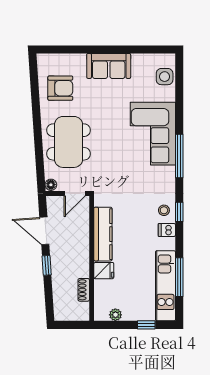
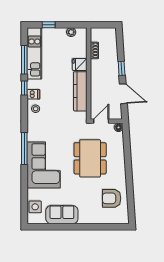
sofa: (109, 66) -> (62, 215), moved
dining table: (69, 142) -> (90, 158), moved
window: (179, 212) -> (24, 88), moved

